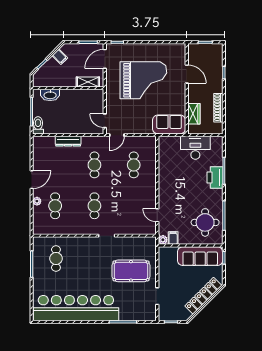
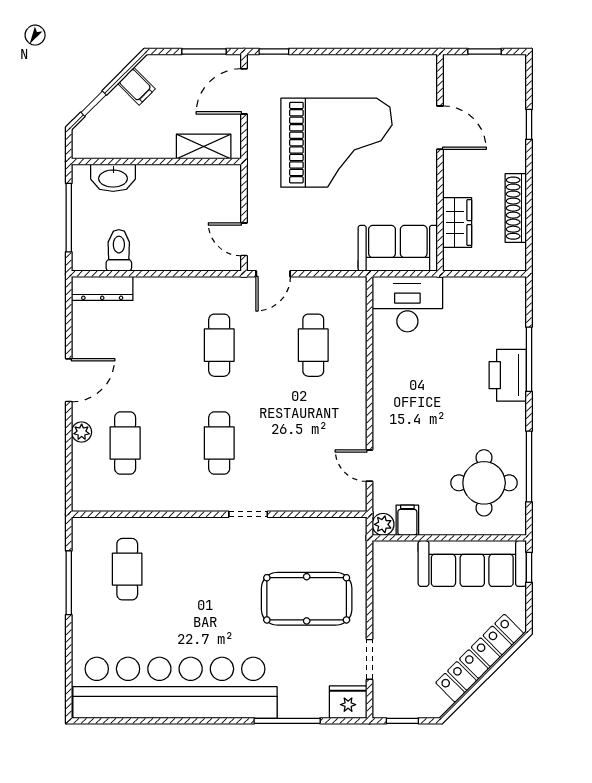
toilet: (38, 125) -> (119, 250), moved
dresser: (68, 141) -> (102, 288), moved
desk: (195, 148) -> (407, 304), moved
fridge: (148, 314) -> (348, 702), added

